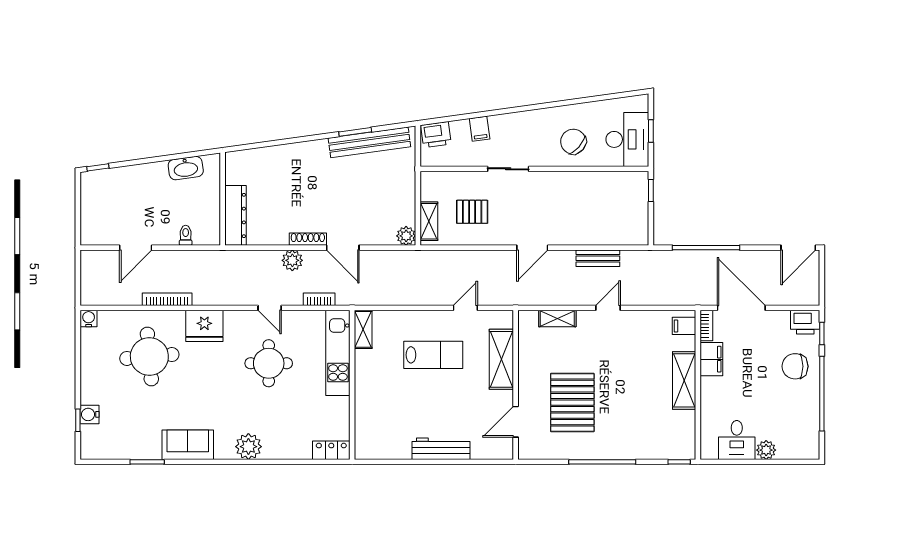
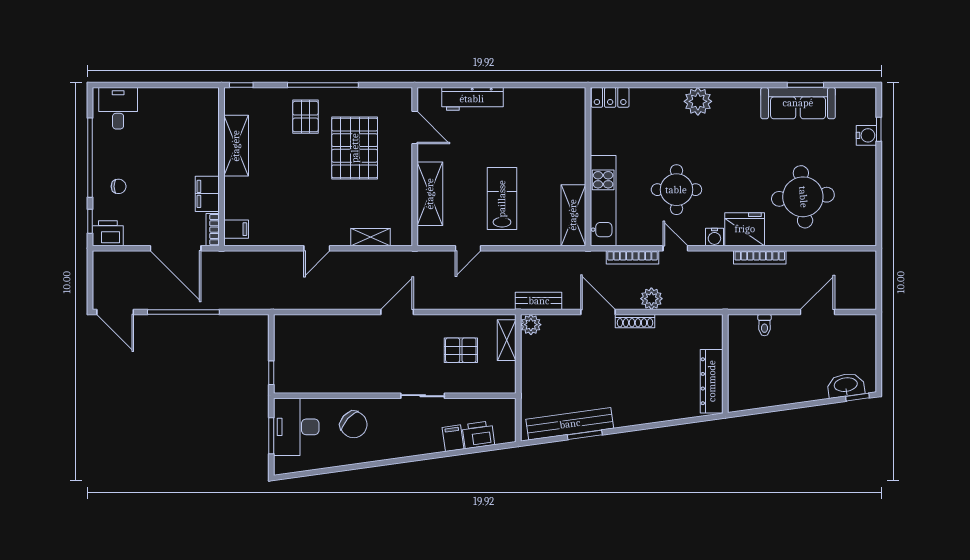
window: (651, 131) -> (271, 436), width x1.50
printer: (436, 135) -> (478, 435), moved
washbasin: (186, 168) -> (846, 385), moved
dresser: (236, 215) -> (712, 381), moved
window: (706, 248) -> (183, 312), moved
door: (798, 248) -> (115, 312), swing flipped
bench: (598, 258) -> (539, 301), moved
bookcase: (167, 299) -> (760, 257), moved
bookcase: (319, 299) -> (632, 257), width x1.56
water cooler: (89, 319) -> (714, 237), moved
shelving: (363, 329) -> (573, 215), width x1.50, depth x1.33
lab bench: (433, 355) -> (502, 199), turned 90
chair: (795, 366) -> (119, 186), width x0.54, depth x0.54
shelving: (684, 380) -> (236, 146), moved
door: (516, 422) -> (415, 128), hinge flipped
pallet: (619, 432) -> (305, 117), added
desk: (737, 440) -> (118, 108), moved
sofa: (188, 445) -> (798, 103), moved, width x1.36
workbench: (441, 449) -> (472, 99), moved
plant: (766, 450) -> (149, 98), removed

